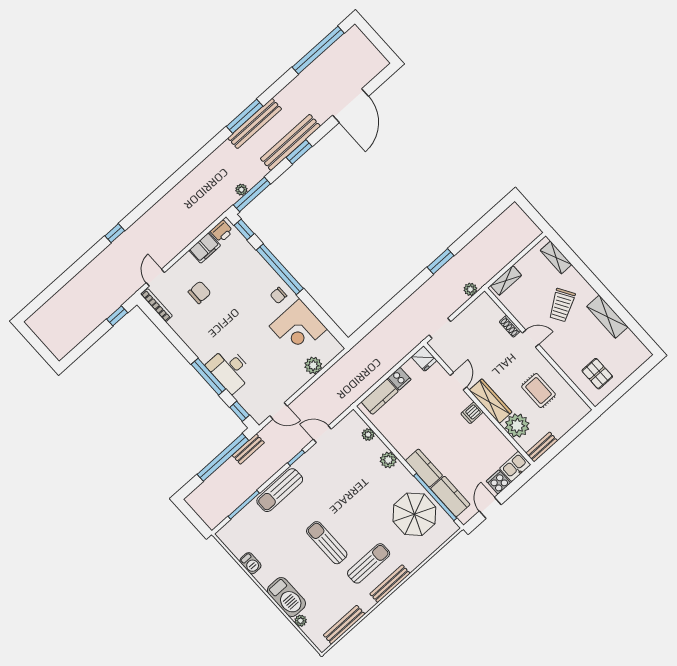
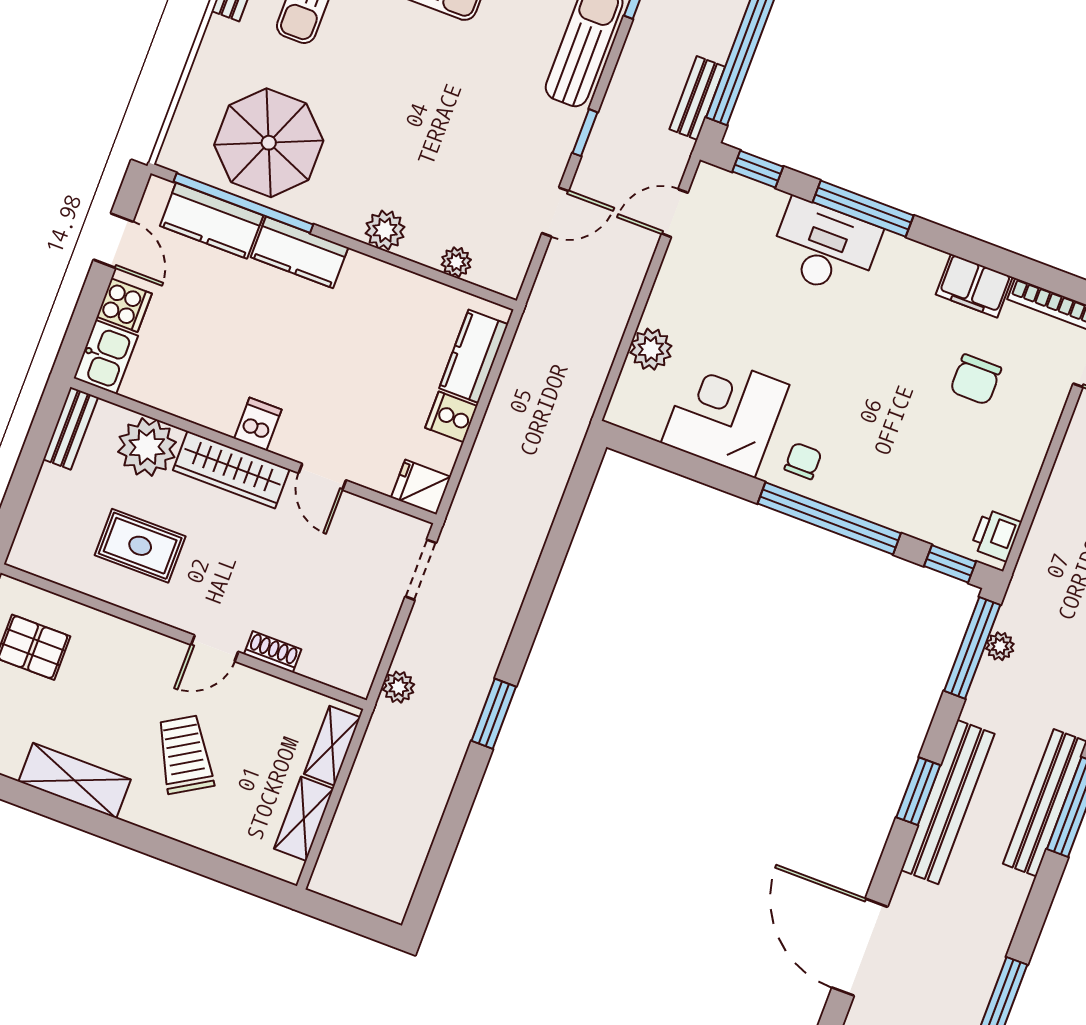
filing cabinet: (205, 248) -> (974, 286), moved, turned -90
shelving: (556, 257) -> (304, 819), moved, turned 90

